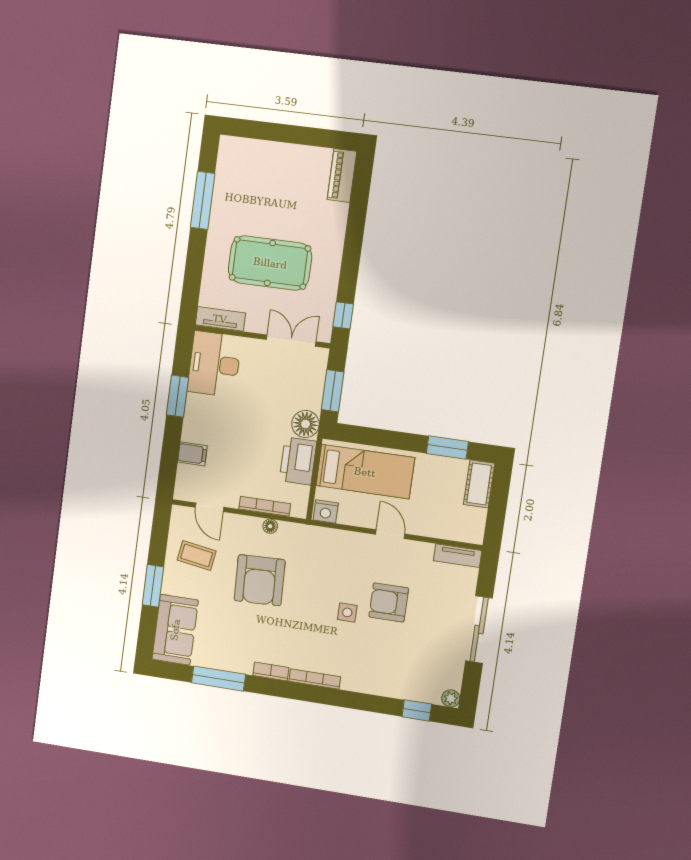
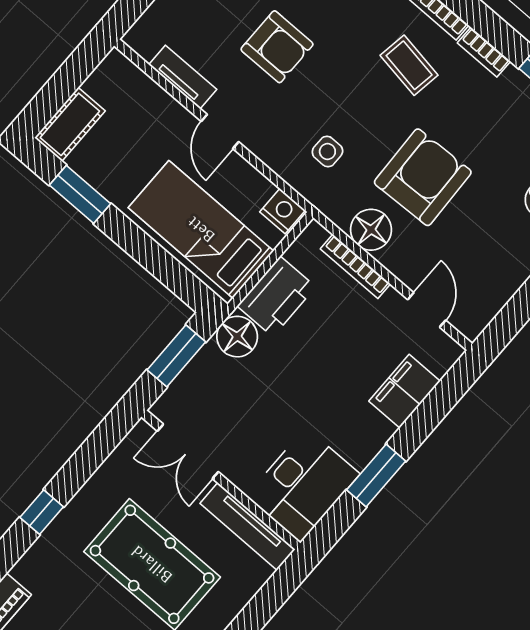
window: (343, 315) -> (42, 512), moved
tv unit: (220, 319) -> (248, 526), width x1.41
filing cabinet: (192, 454) -> (405, 391), width x2.00
floor lamp: (270, 526) -> (371, 230), width x1.89, depth x1.89
coffee table: (197, 556) -> (409, 65), moved
tv unit: (458, 556) -> (183, 77), moved
side table: (347, 612) -> (327, 152), moved

